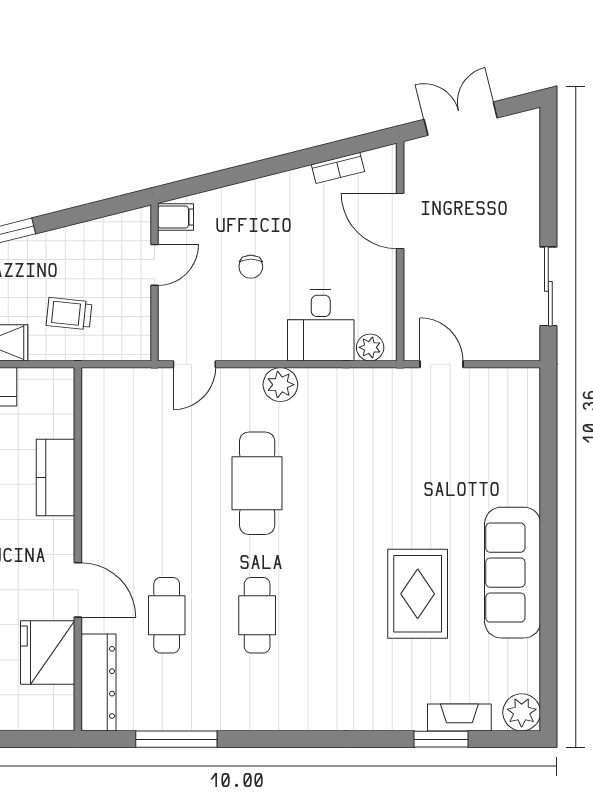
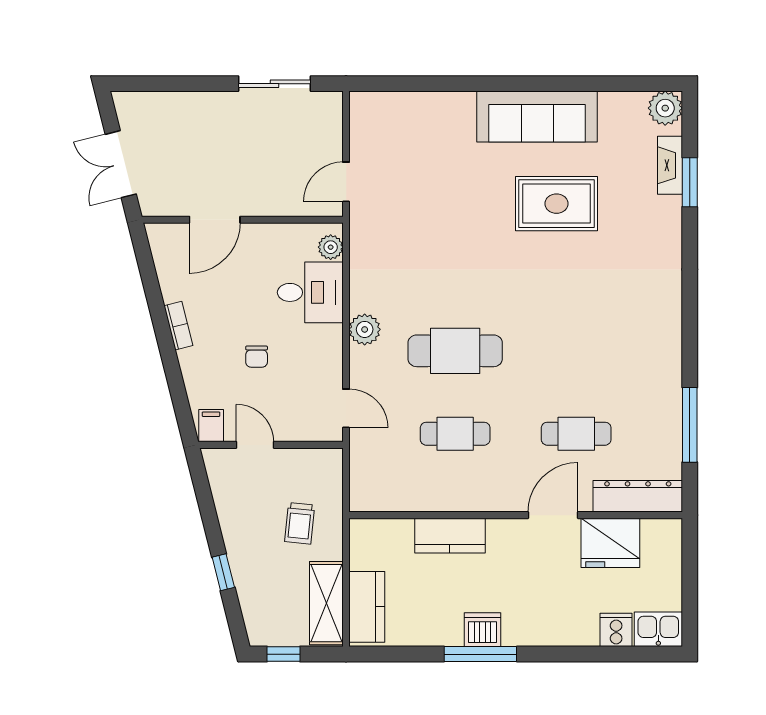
bookcase: (338, 168) -> (178, 326), moved
chair: (251, 267) -> (257, 357), turned 90
cafe table: (257, 615) -> (455, 434), moved

